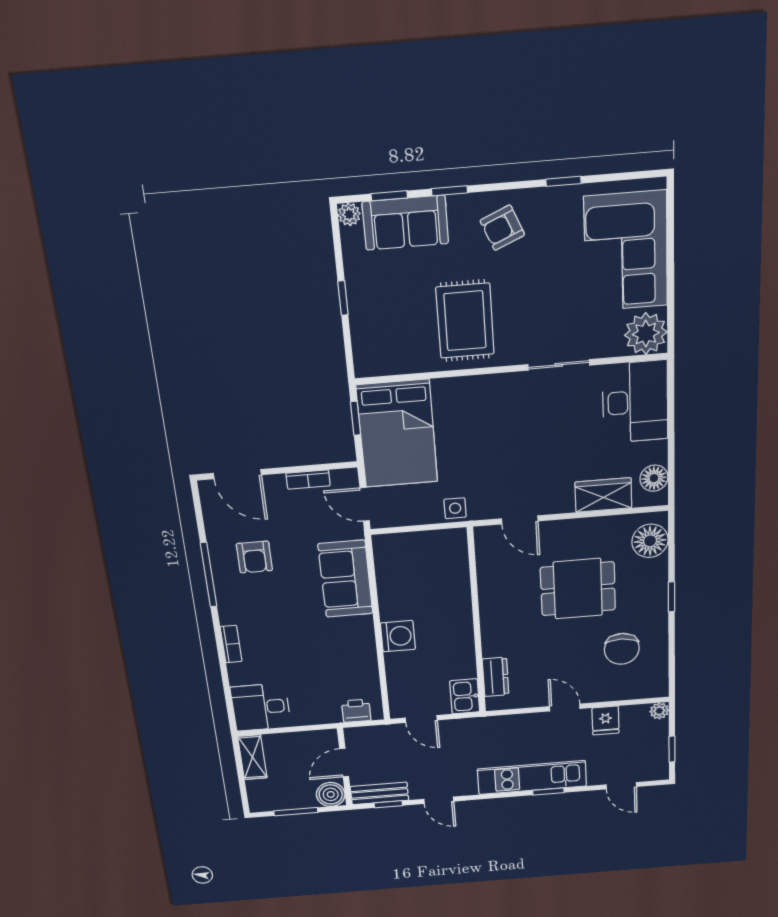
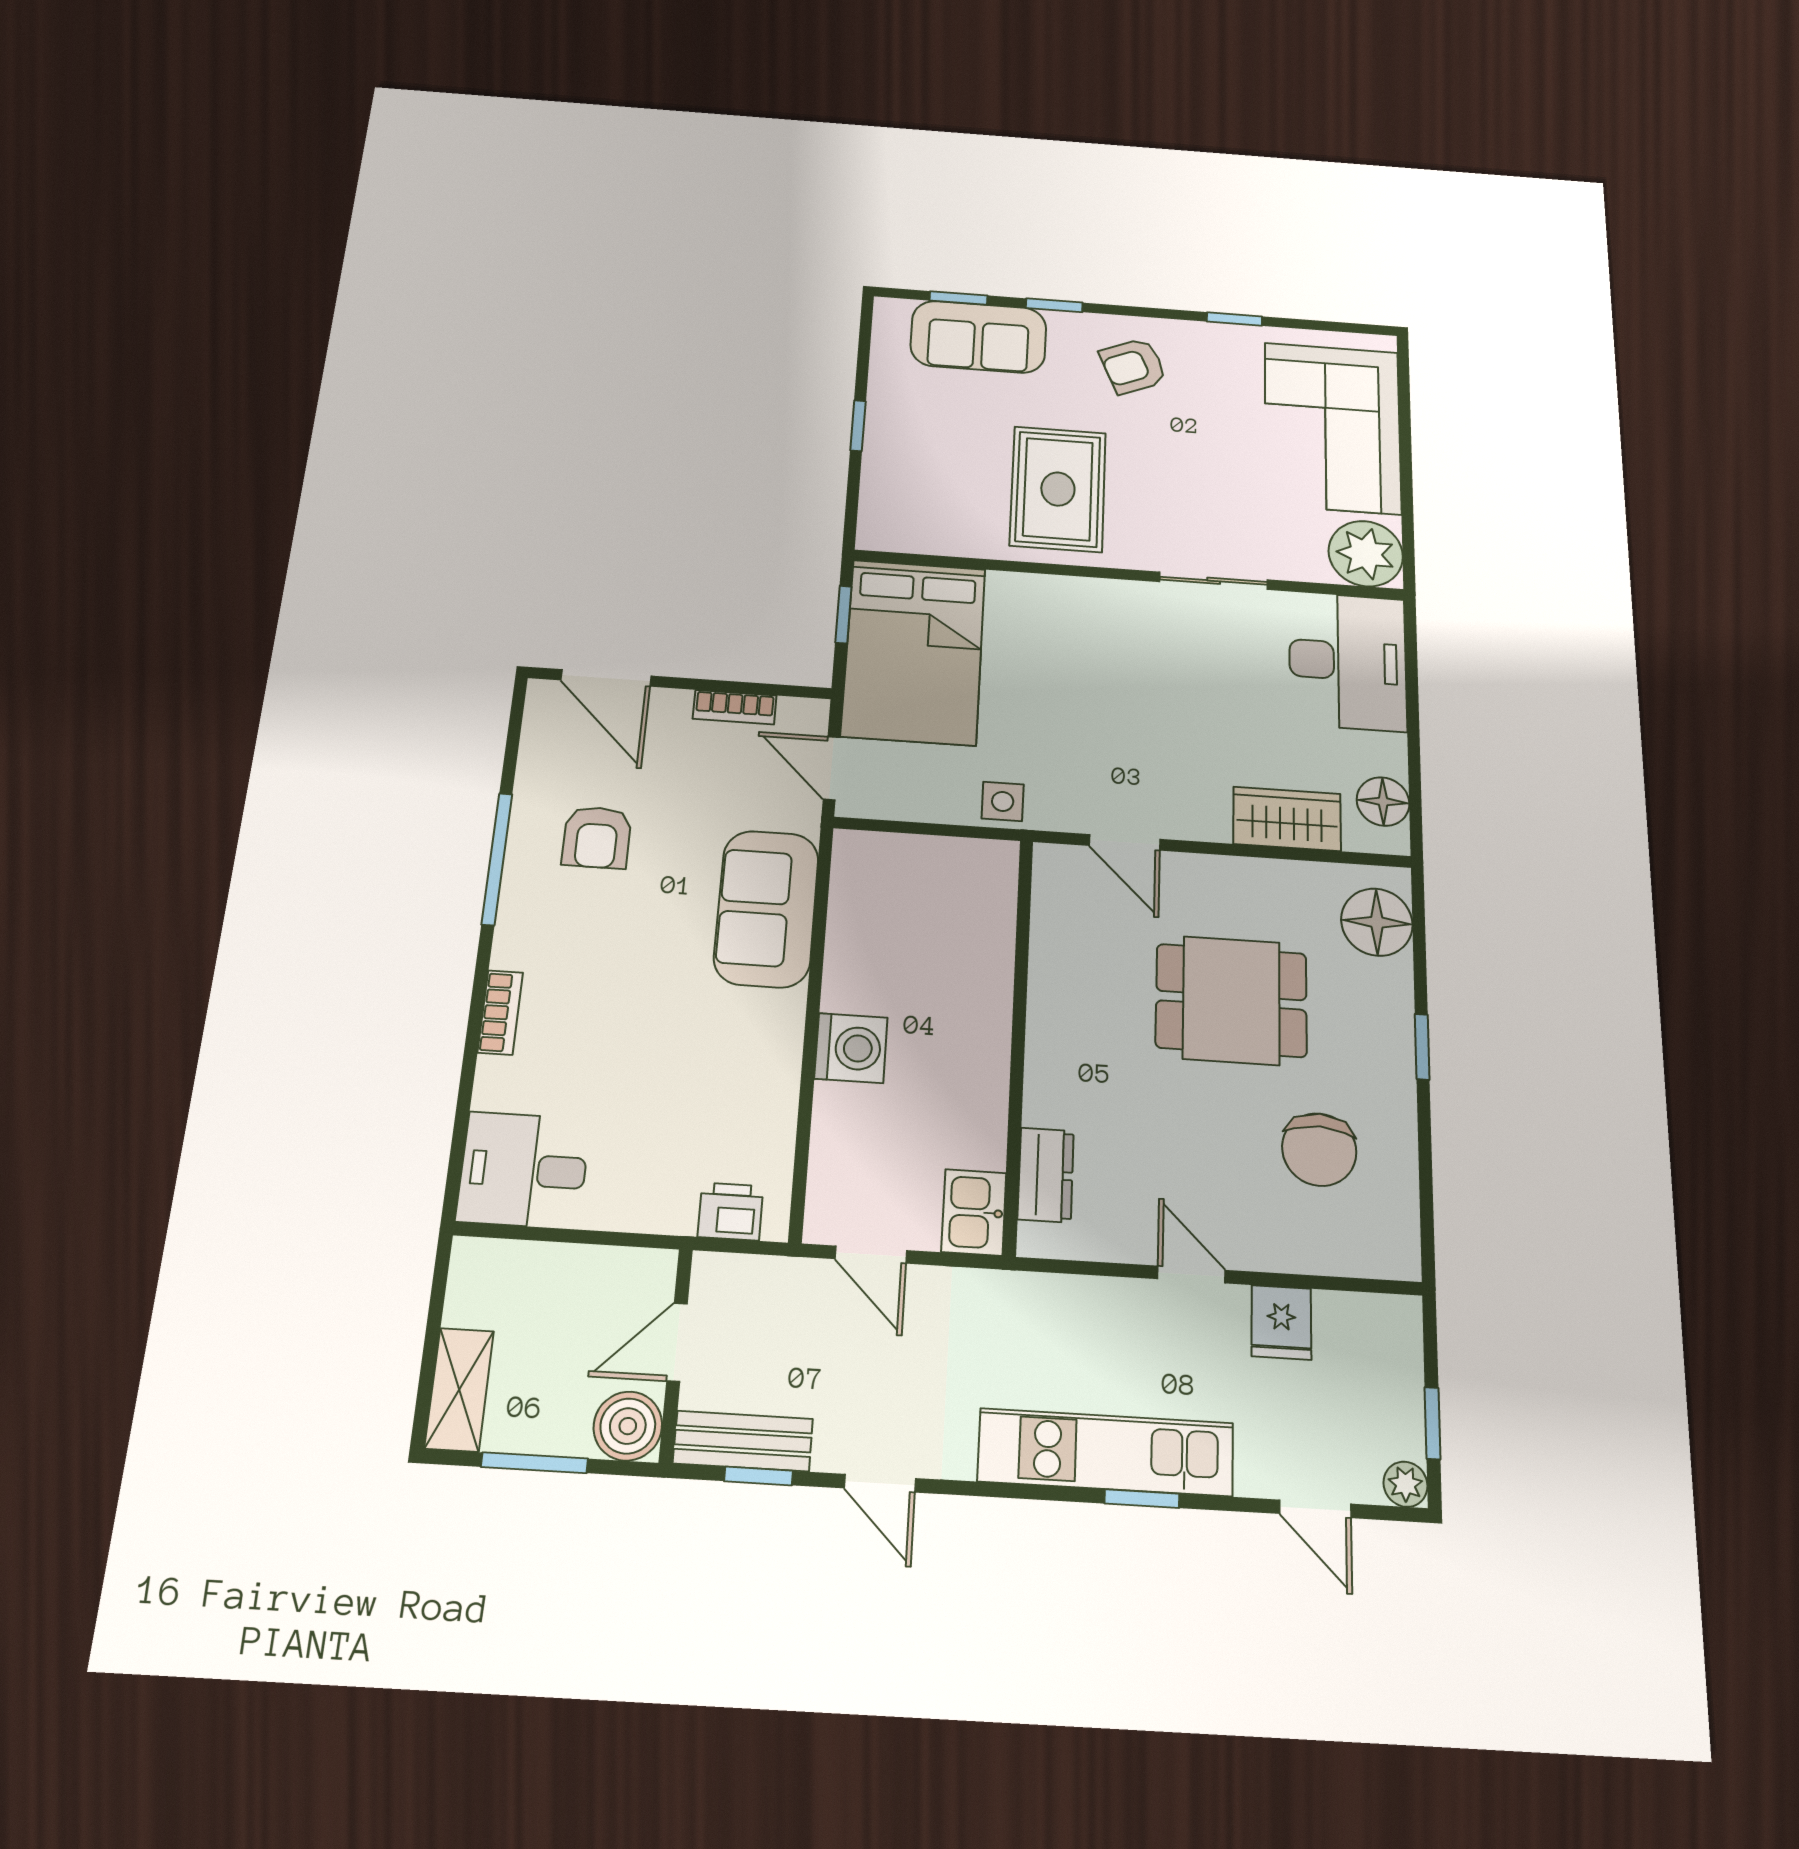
plant: (349, 214) -> (891, 313), removed
plant: (659, 711) -> (1405, 1484), moved
shelving: (252, 757) -> (459, 1390), moved

